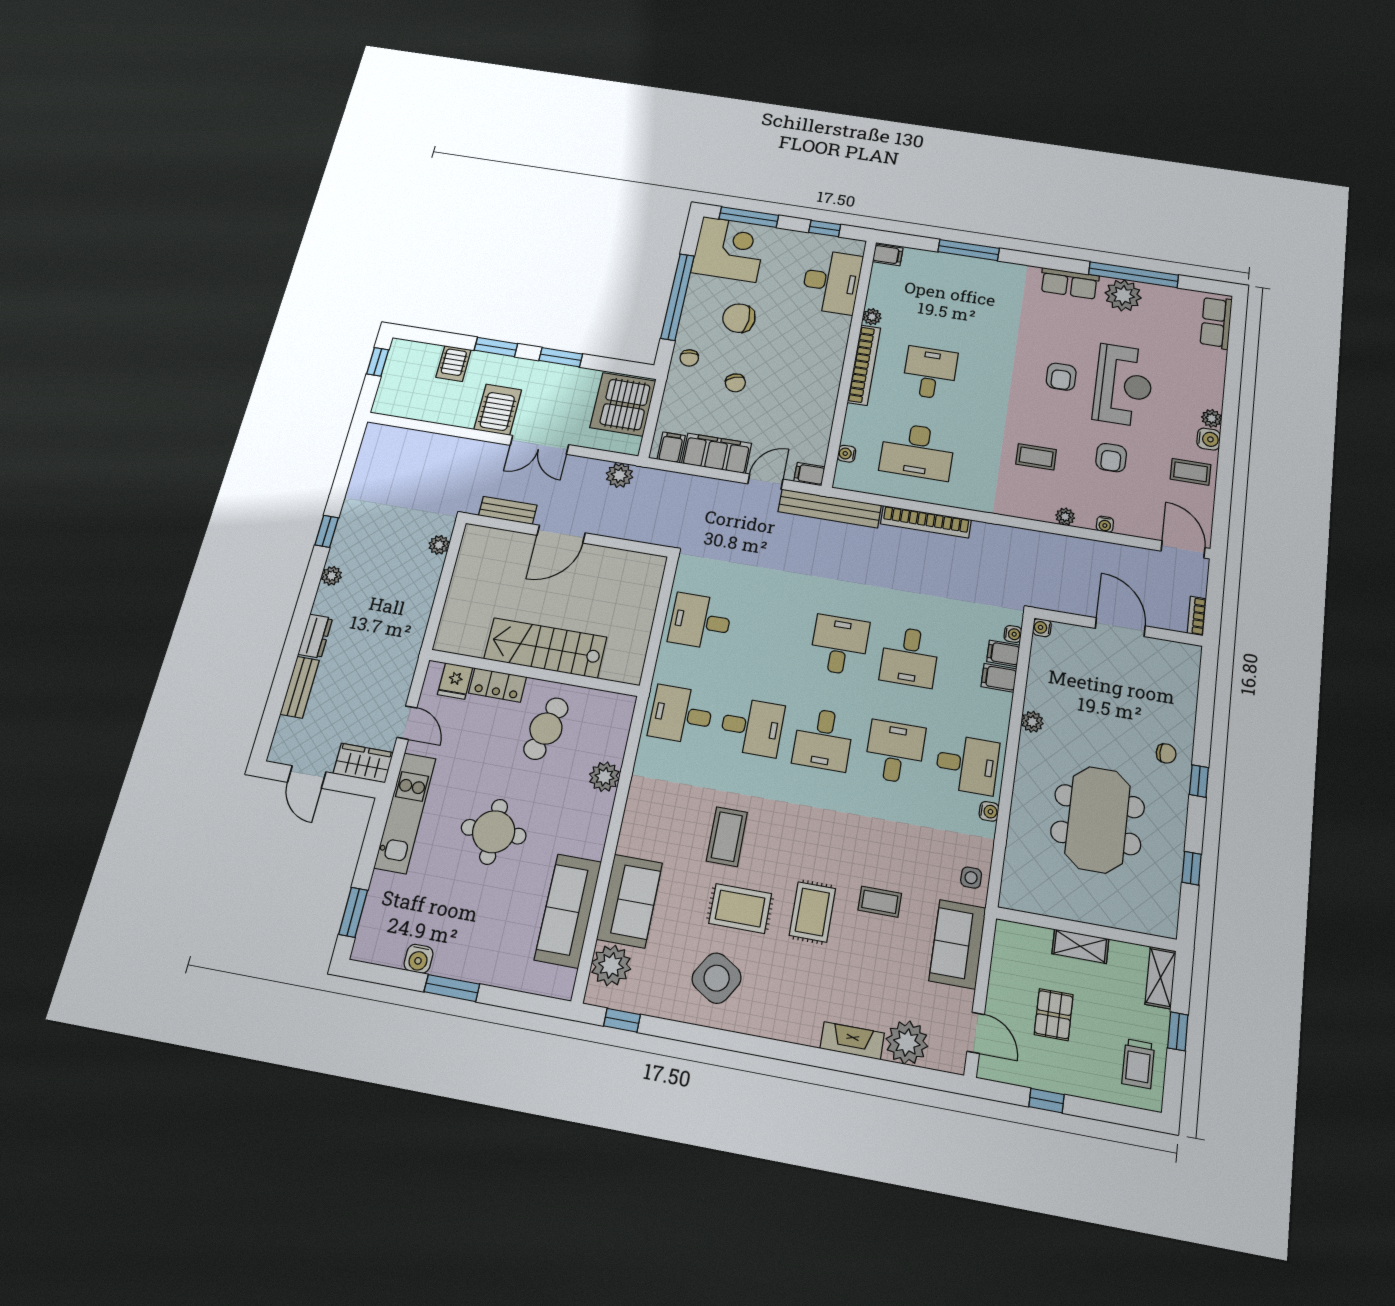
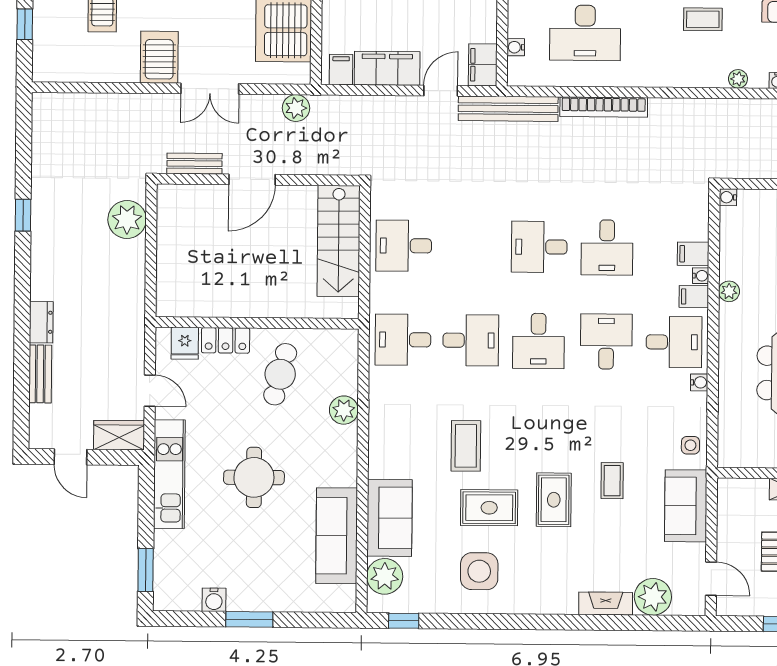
filing cabinet: (809, 474) -> (483, 65), width x2.00
plant: (439, 545) -> (127, 219), width x1.87, depth x1.87
plant: (332, 576) -> (40, 260), removed
water cooler: (1013, 634) -> (701, 276), moved
desk: (839, 645) -> (539, 247), turned -90
stairs: (545, 648) -> (339, 241), moved, turned -90
filing cabinet: (1003, 653) -> (694, 297), moved
coffee table: (880, 902) -> (612, 481), turned 90
side table: (717, 978) -> (479, 571), turned -32

